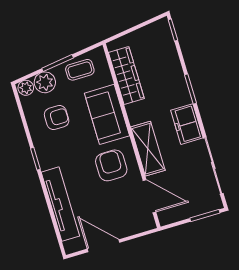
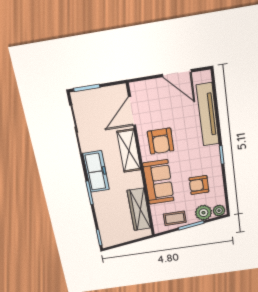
freezer: (187, 124) -> (96, 172), width x1.40
door: (149, 196) -> (132, 111), hinge flipped

